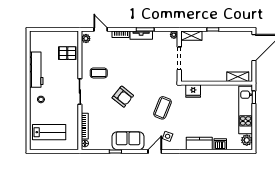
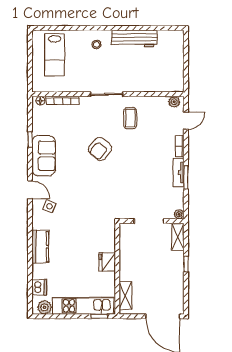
pallet: (67, 53) -> (156, 78), removed
fridge: (193, 91) -> (107, 262), moved
coffee table: (162, 108) -> (86, 200), removed
dishwasher: (220, 144) -> (39, 287), moved

